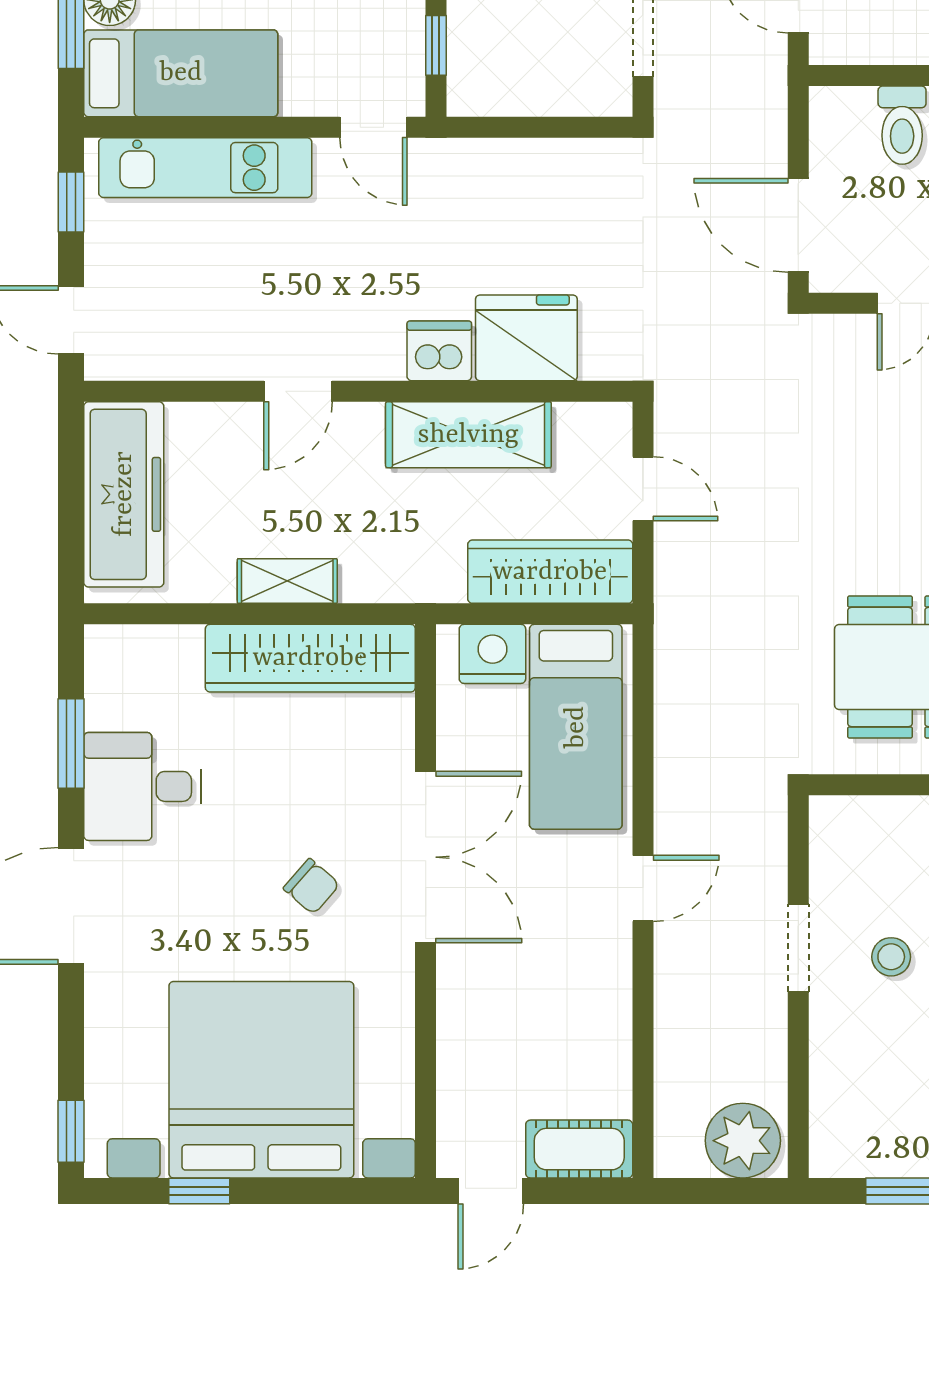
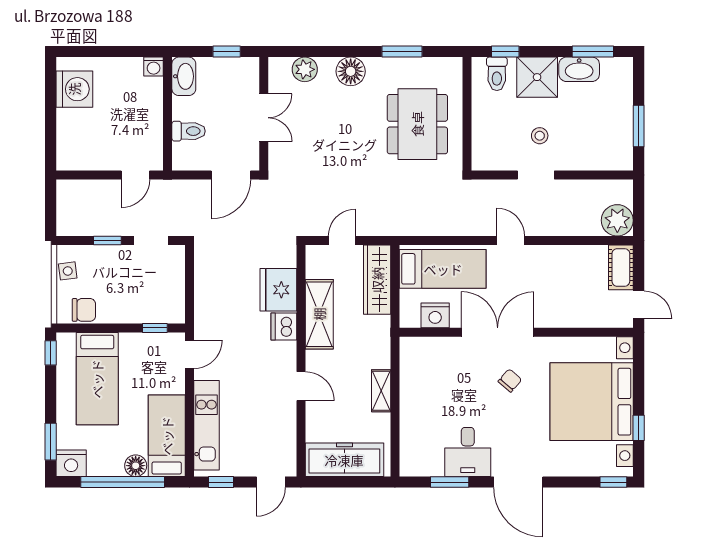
nightstand: (492, 654) -> (435, 315), moved, turned -90
wardrobe: (310, 658) -> (414, 381), removed
plant: (743, 1141) -> (617, 220), moved

